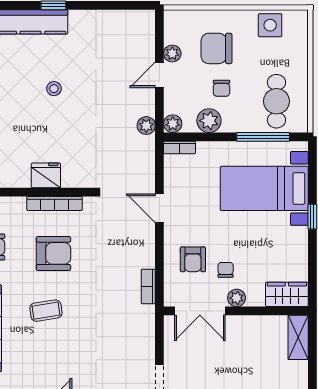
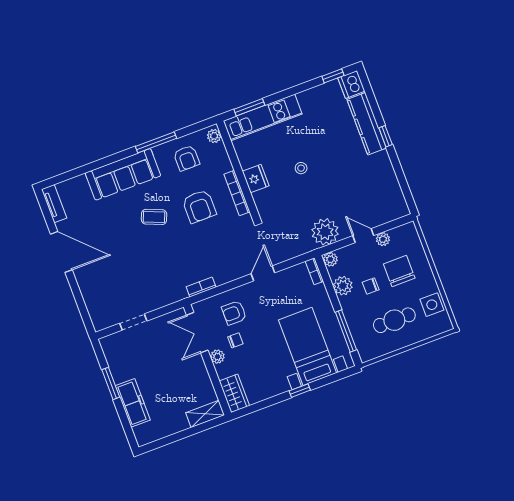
stool: (54, 89) -> (301, 168), moved
cafe table: (276, 101) -> (394, 320), moved
plant: (146, 126) -> (325, 232), width x1.87, depth x1.87
coffee table: (46, 311) -> (154, 217), turned -59

